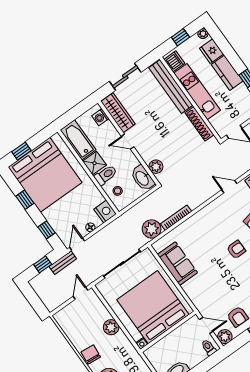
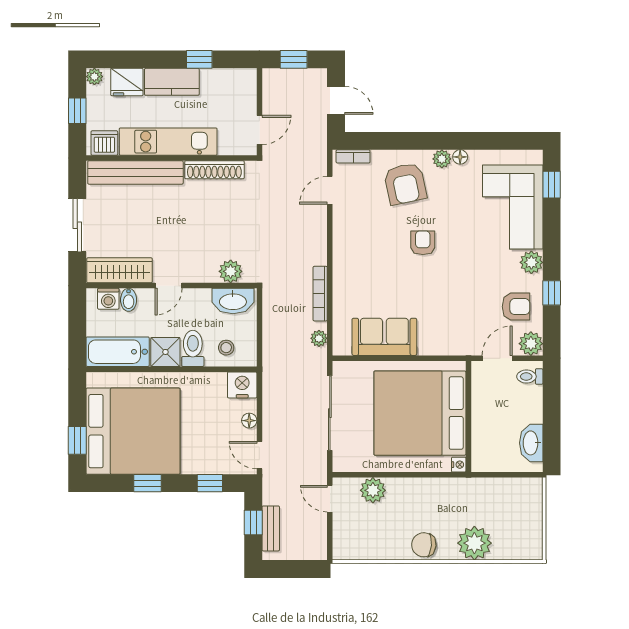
bidet: (107, 127) -> (129, 300), added
plant: (152, 229) -> (319, 338), width x0.53, depth x0.53
bench: (63, 263) -> (271, 528), moved
plant: (111, 327) -> (373, 490), moved

